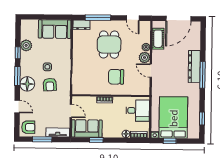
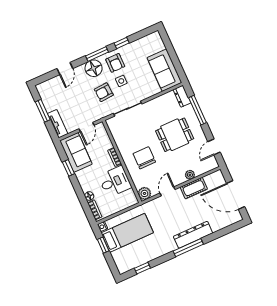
cot: (158, 39) -> (194, 188), moved
plant: (26, 45) -> (133, 48), removed
plant: (144, 58) -> (144, 193), moved
desk: (138, 111) -> (115, 182), moved, turned -90
bed: (173, 118) -> (127, 233), width x0.67
armchair: (28, 127) -> (115, 63), moved

